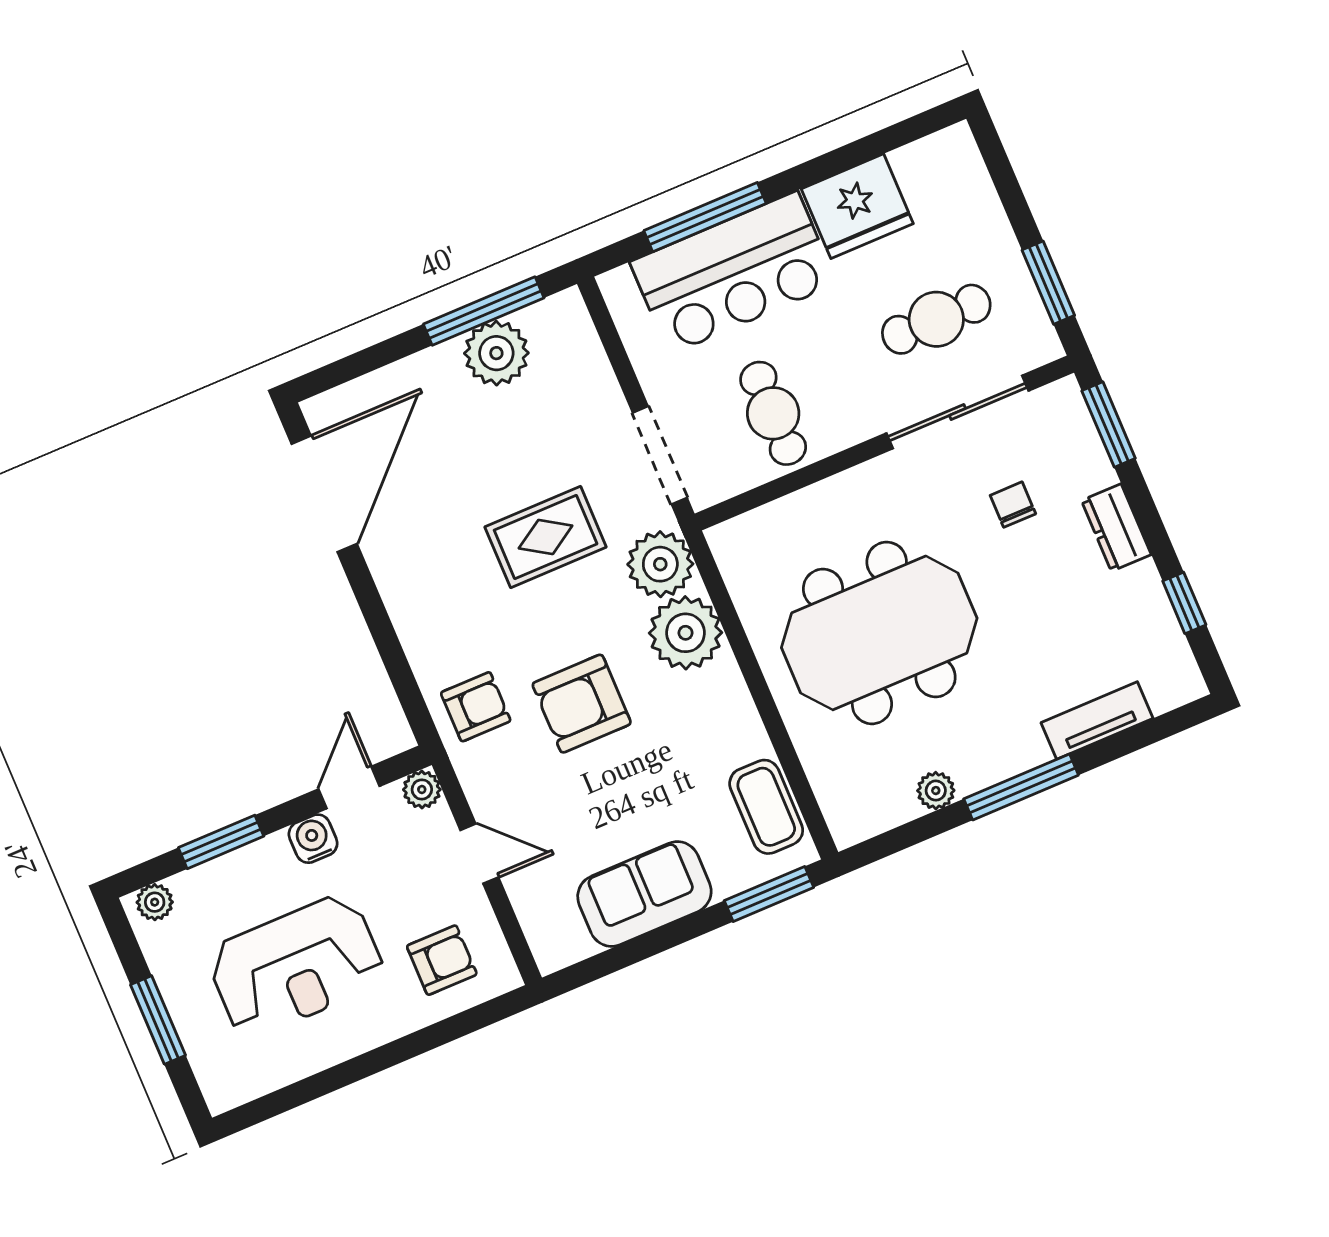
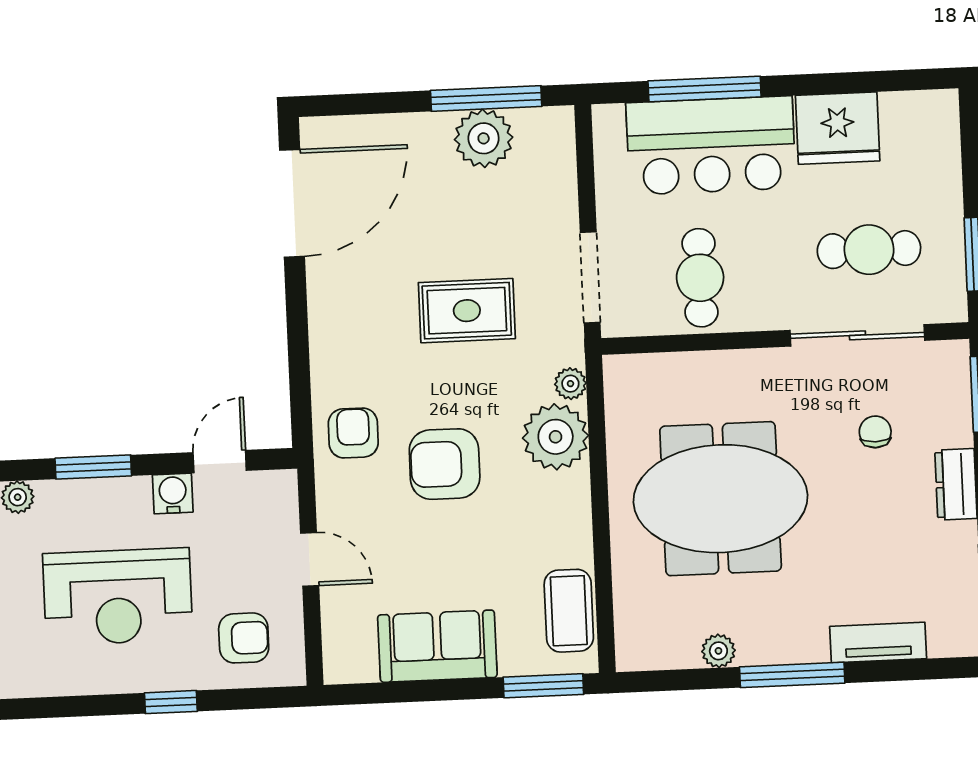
plant: (660, 564) -> (570, 384), width x0.53, depth x0.53
armchair: (476, 707) -> (353, 433), turned -90
plant: (422, 789) -> (281, 486), removed
window: (391, 1054) -> (171, 702), added

